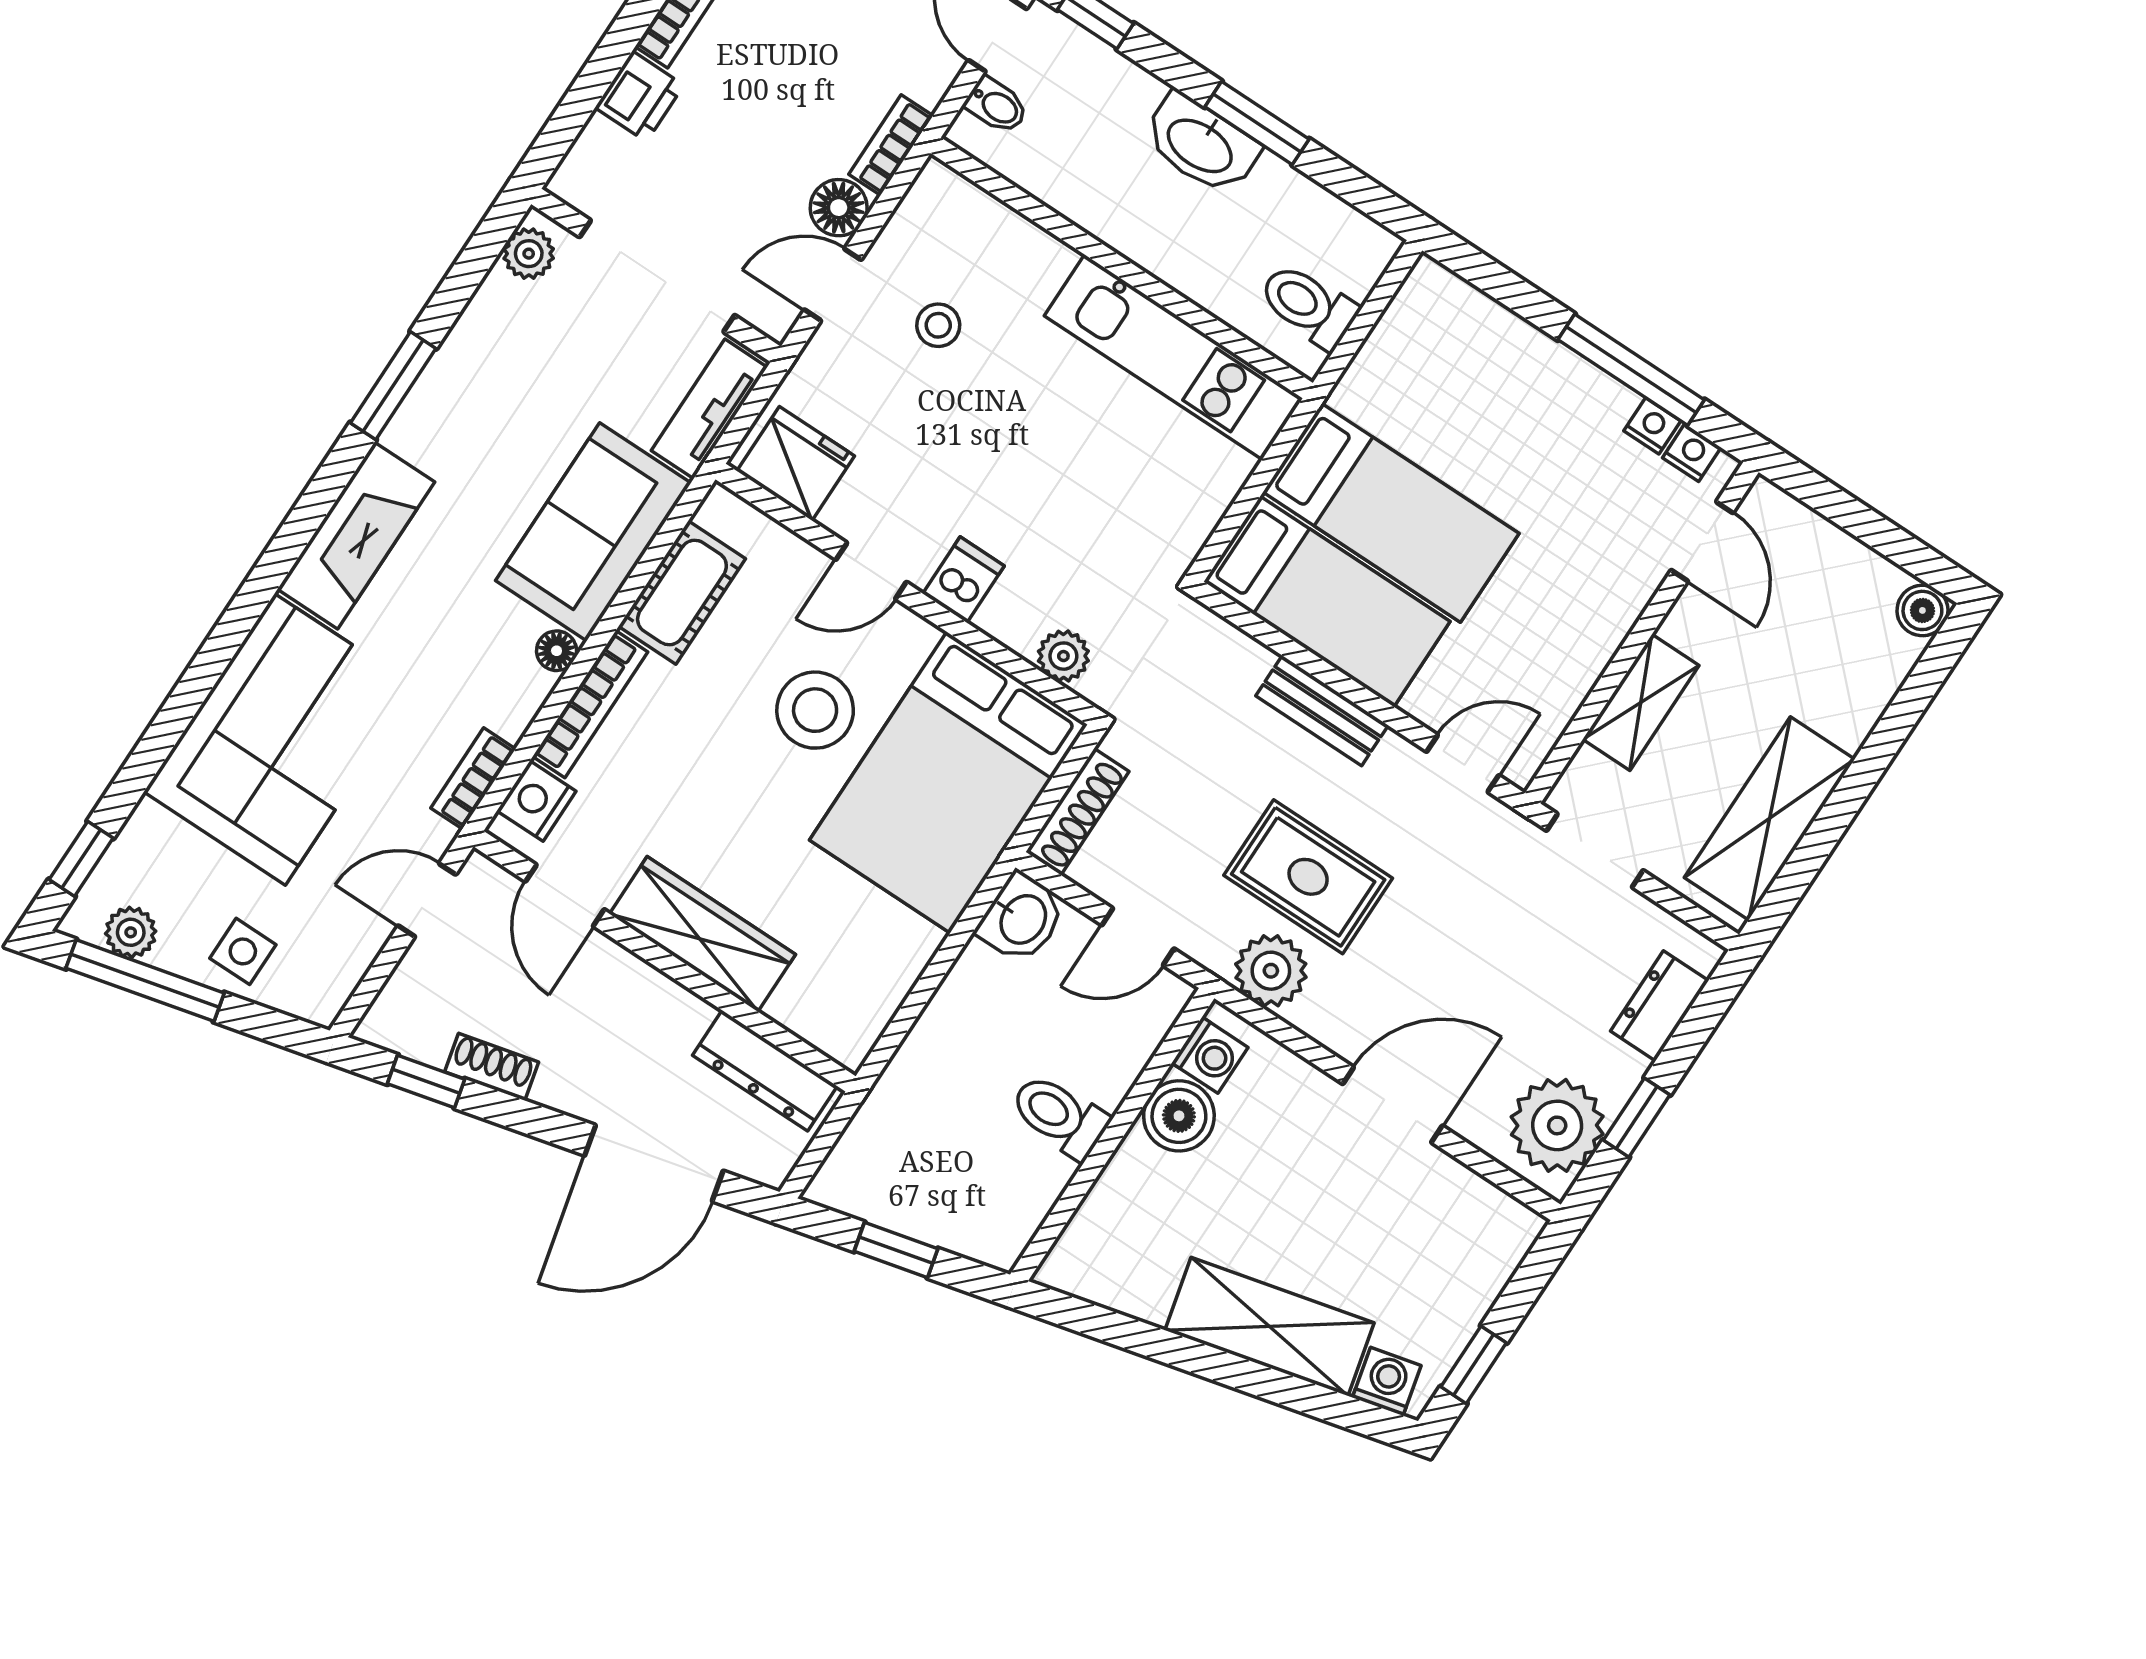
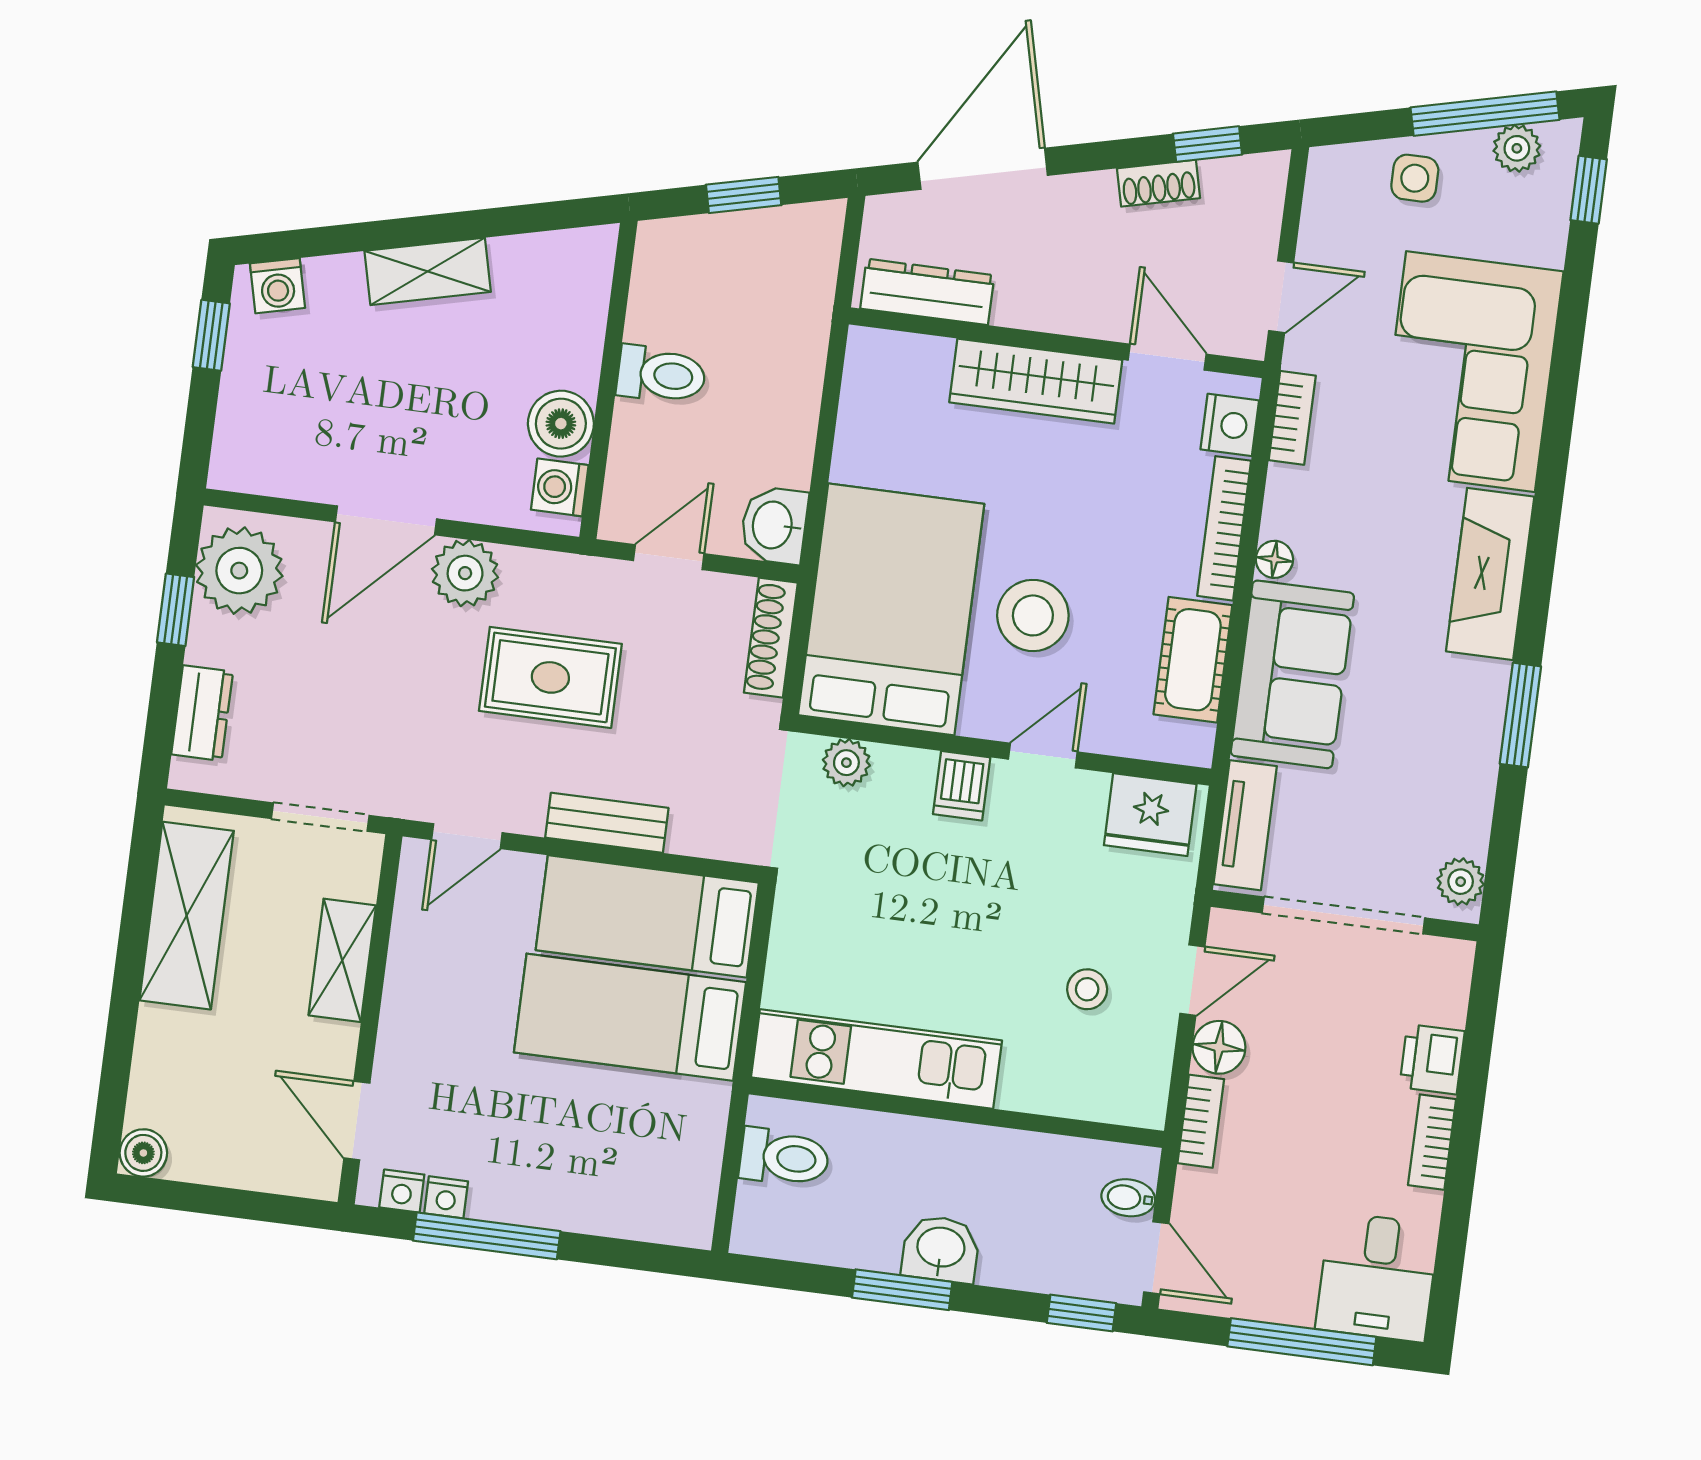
washbasin: (1201, 144) -> (941, 1249), width x0.72
plant: (1271, 971) -> (465, 573), moved
shelving: (1269, 1327) -> (428, 271), width x0.67, depth x0.75

